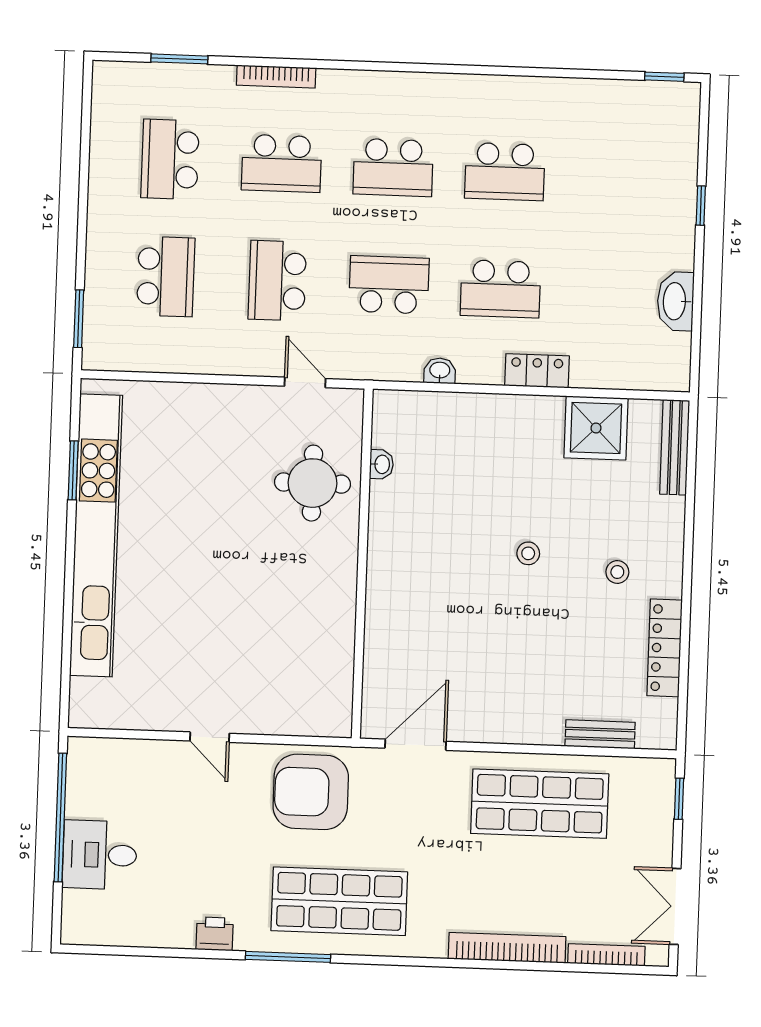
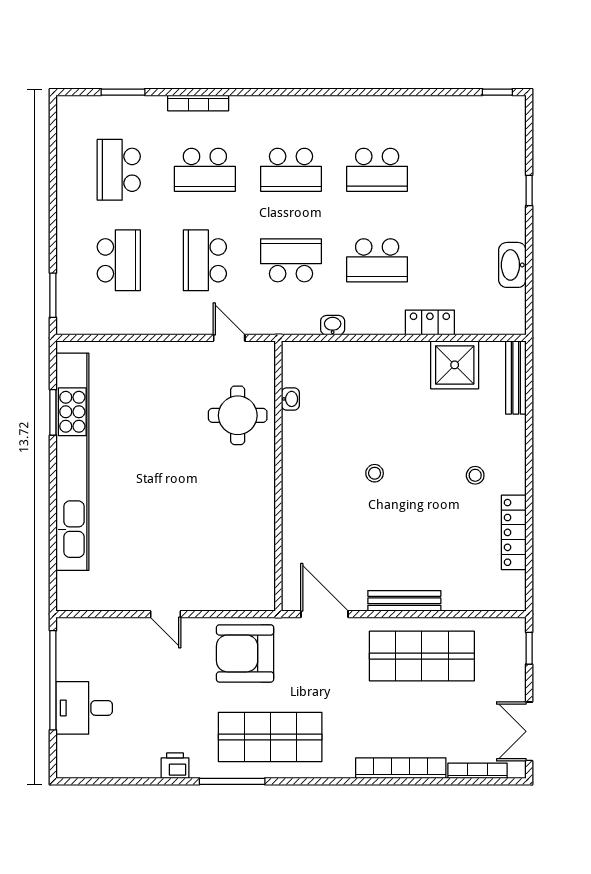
locker: (537, 371) -> (430, 323), moved
stool: (528, 553) -> (375, 473), moved
bench: (600, 734) -> (404, 601), moved, width x1.36
door: (416, 745) -> (324, 614), hinge flipped

